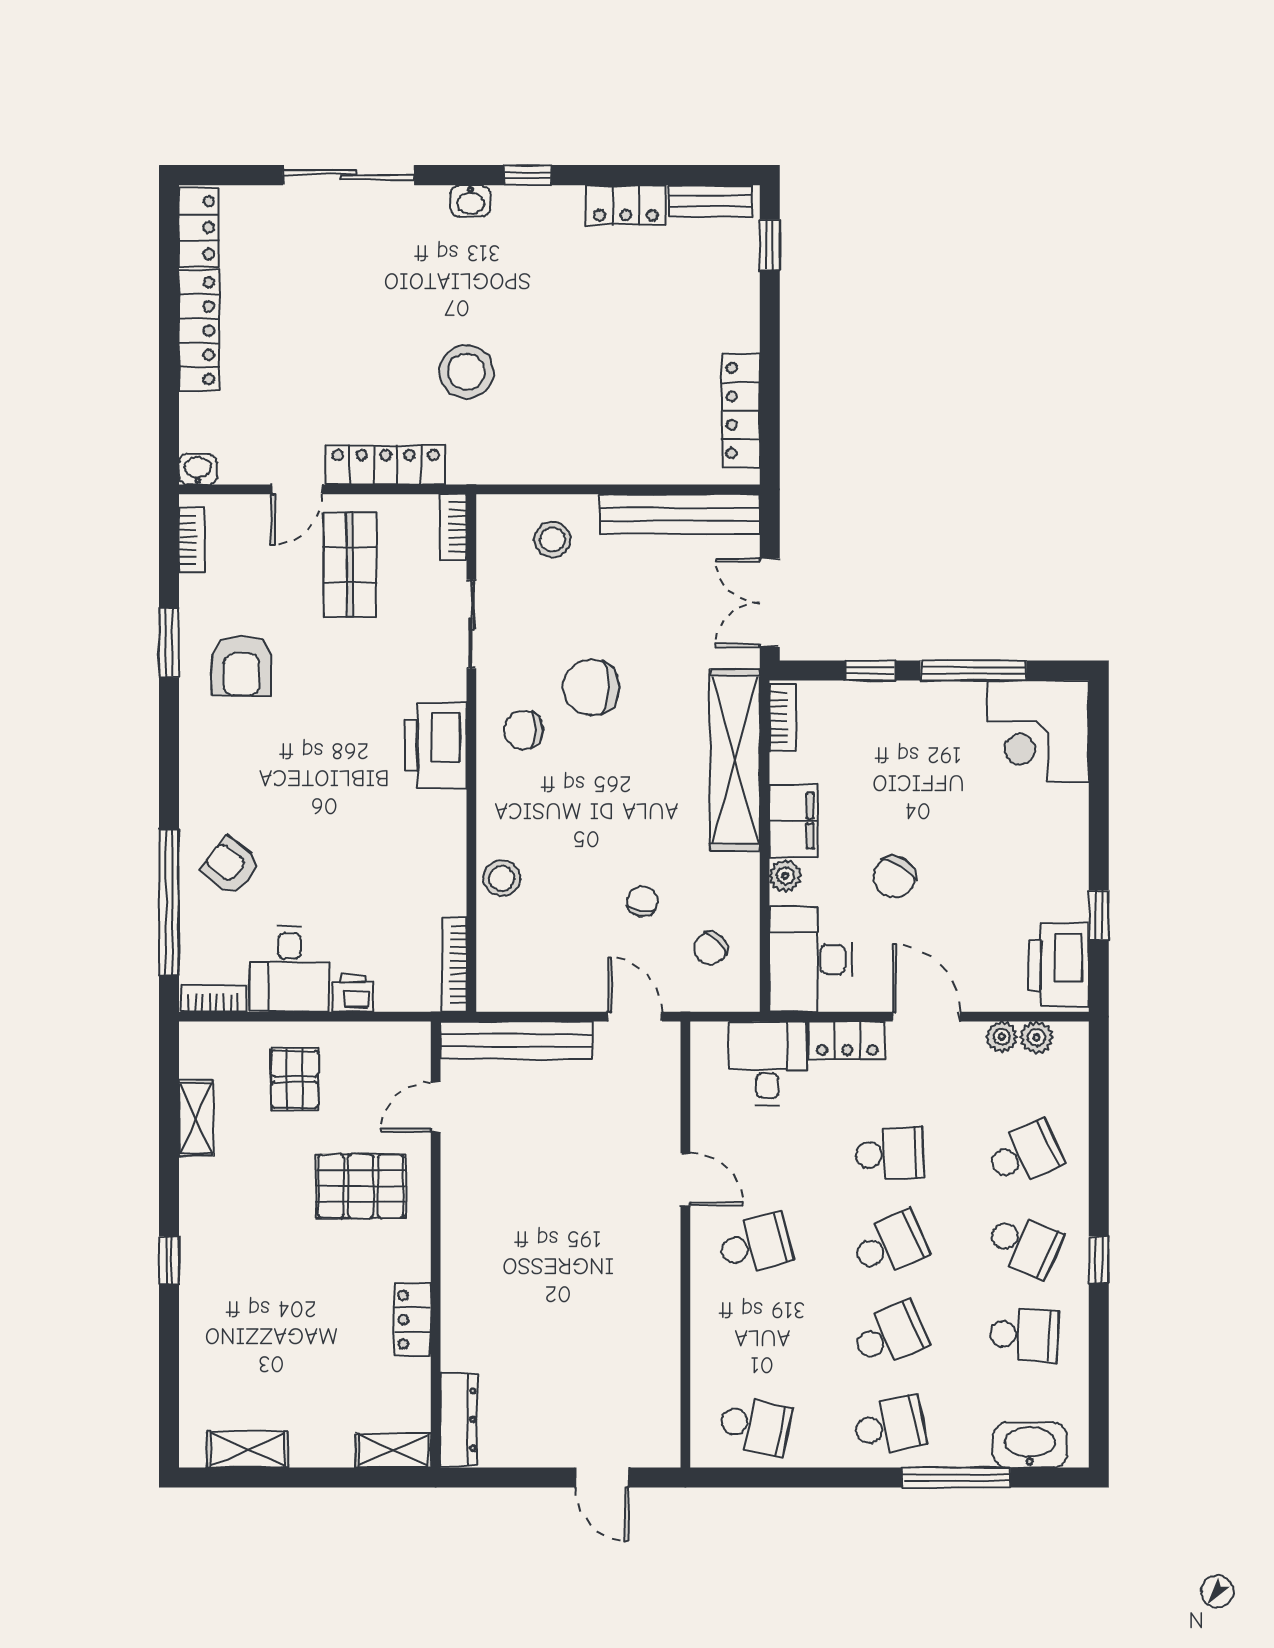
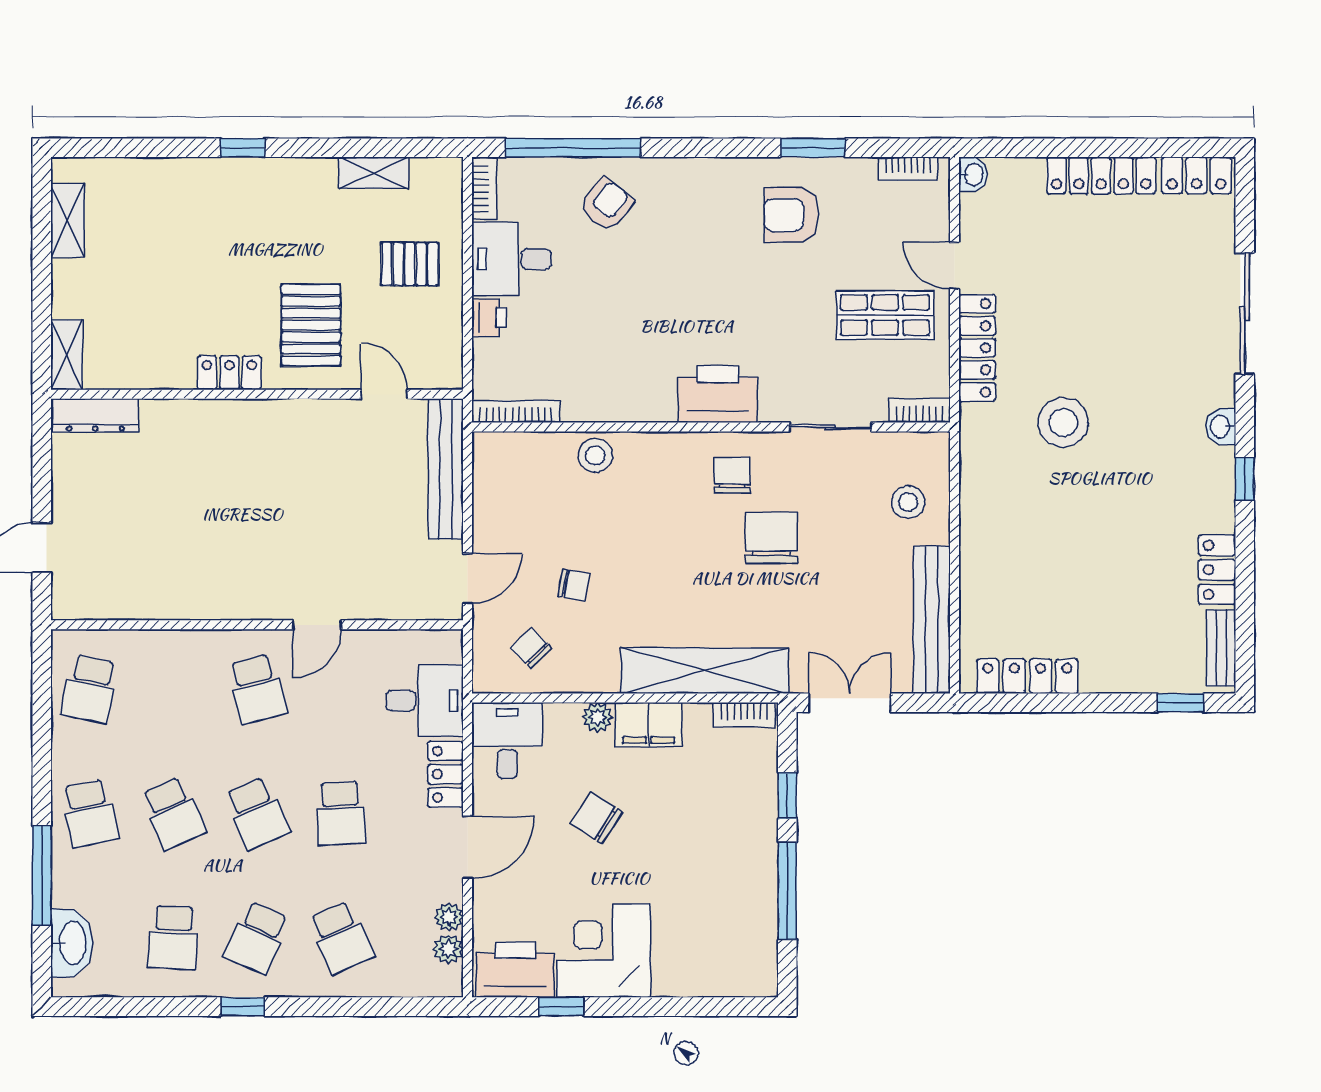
corner desk: (1038, 731) -> (604, 951), moved
desk: (811, 959) -> (507, 740), width x0.73
locker: (413, 1320) -> (229, 373), moved

